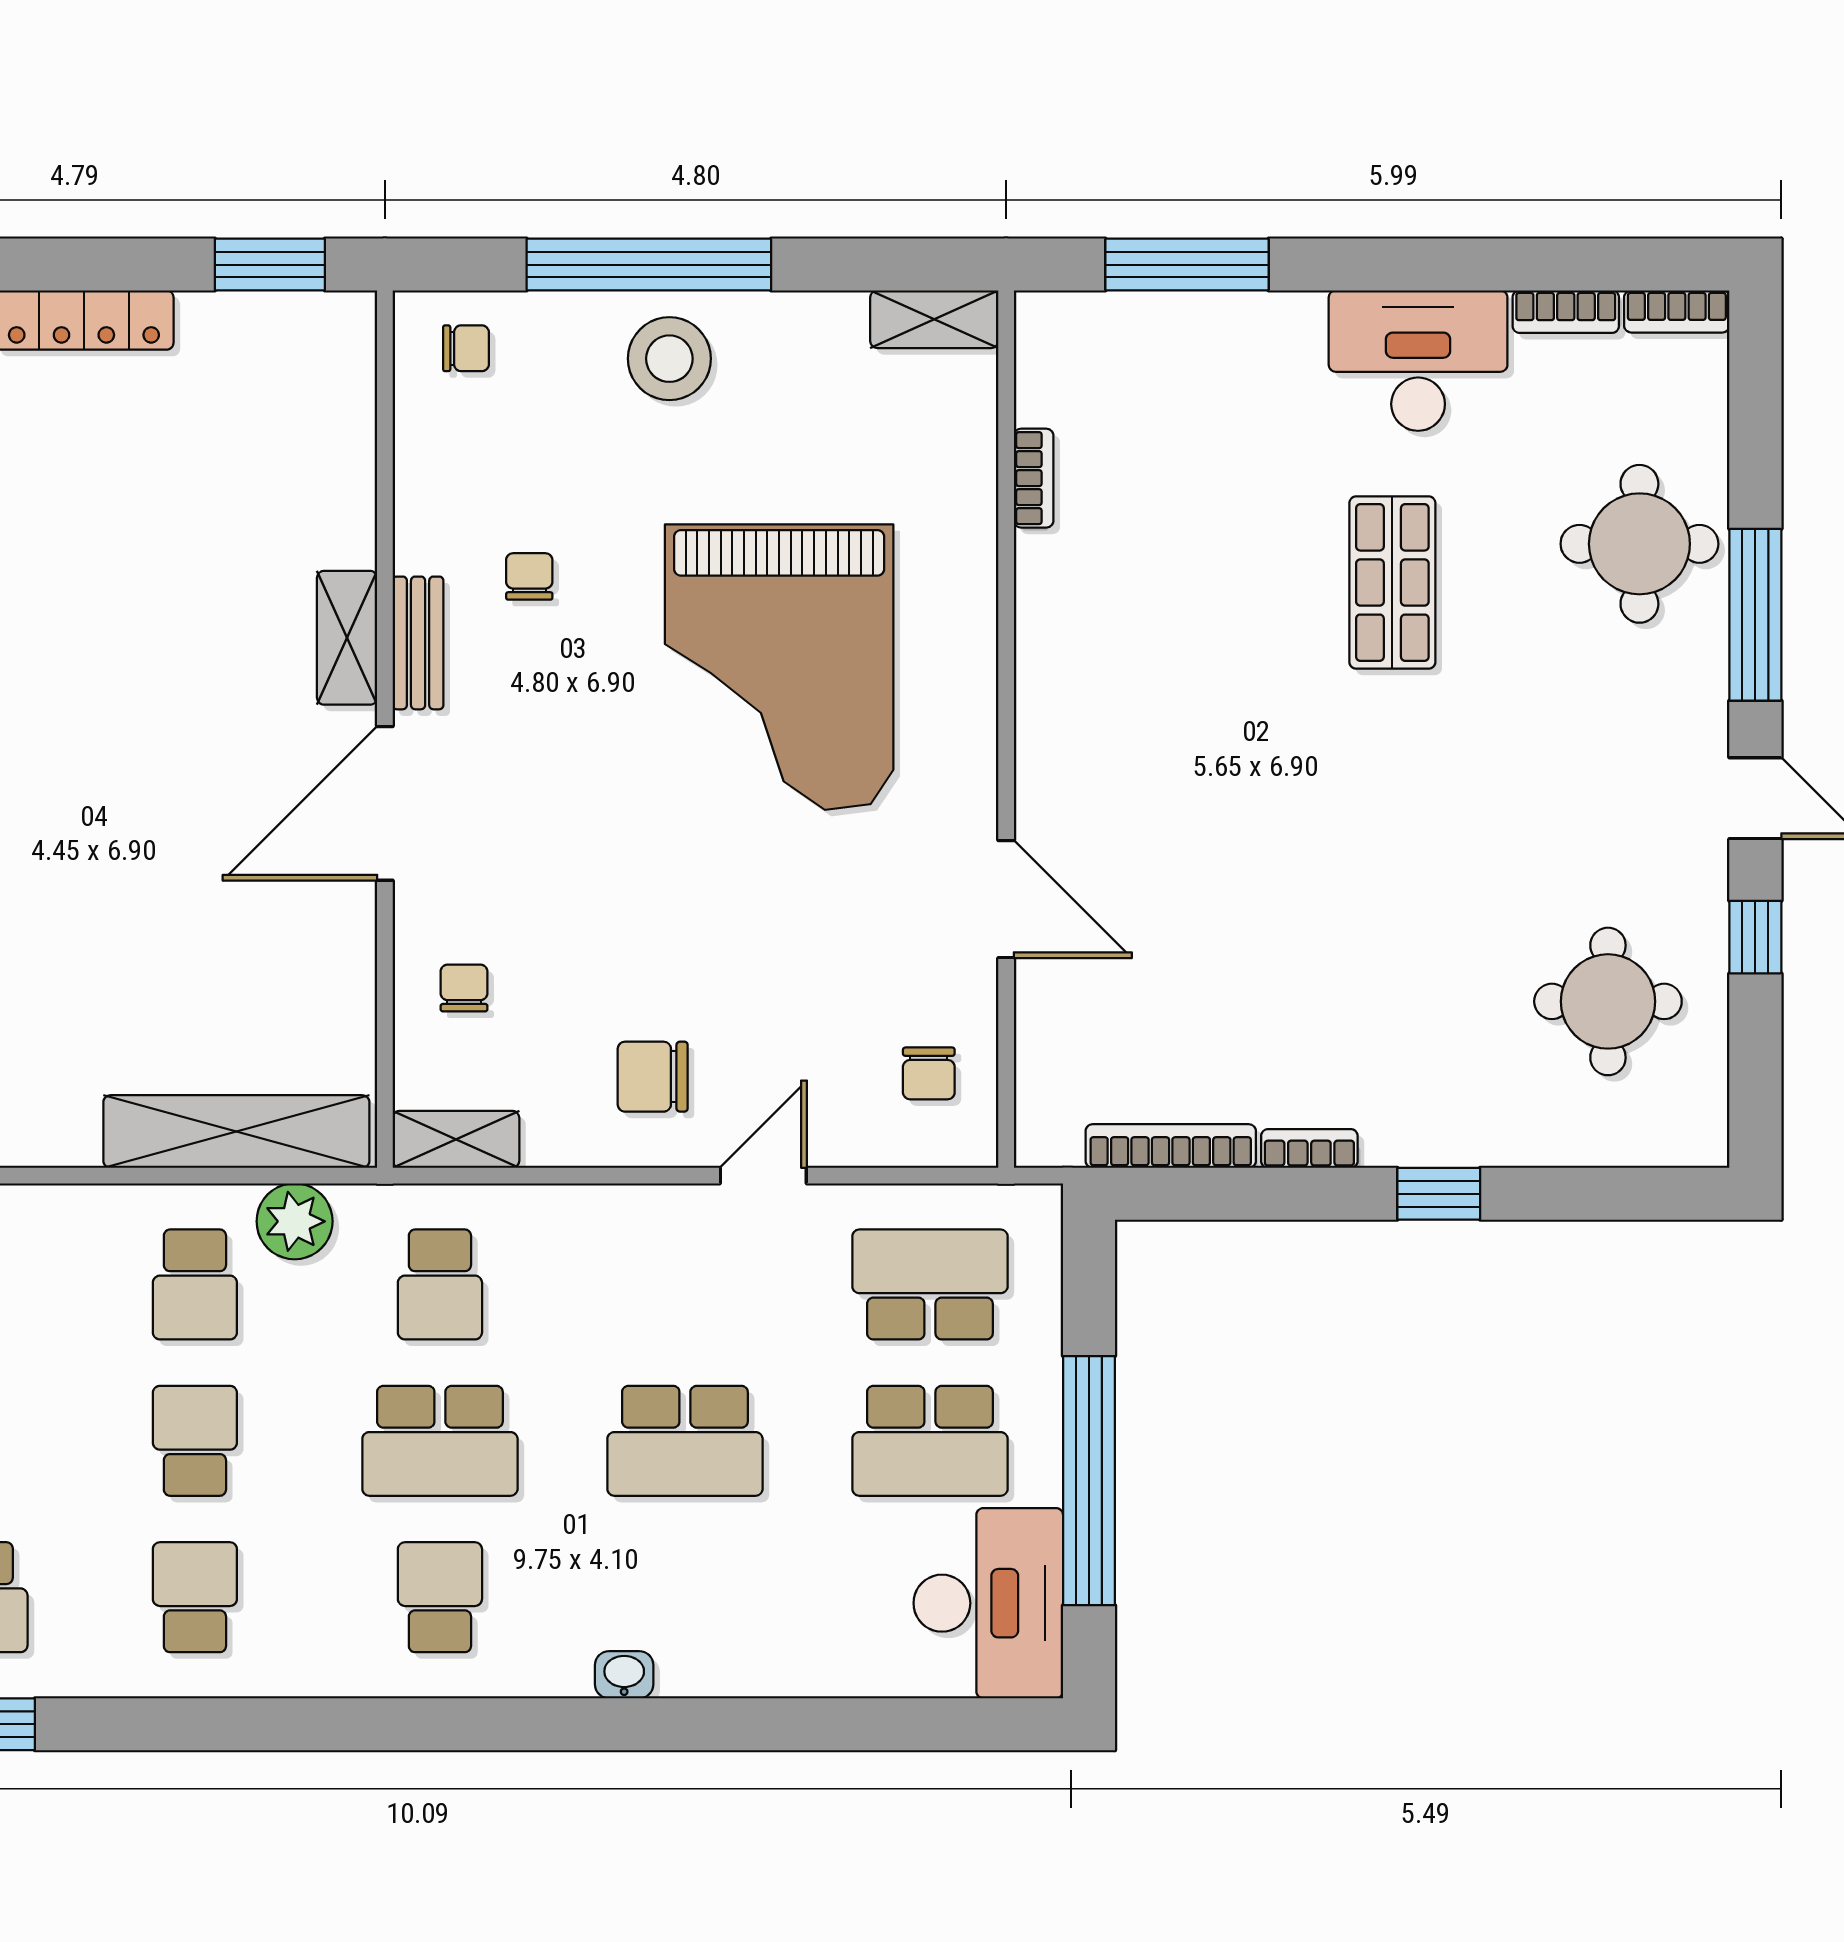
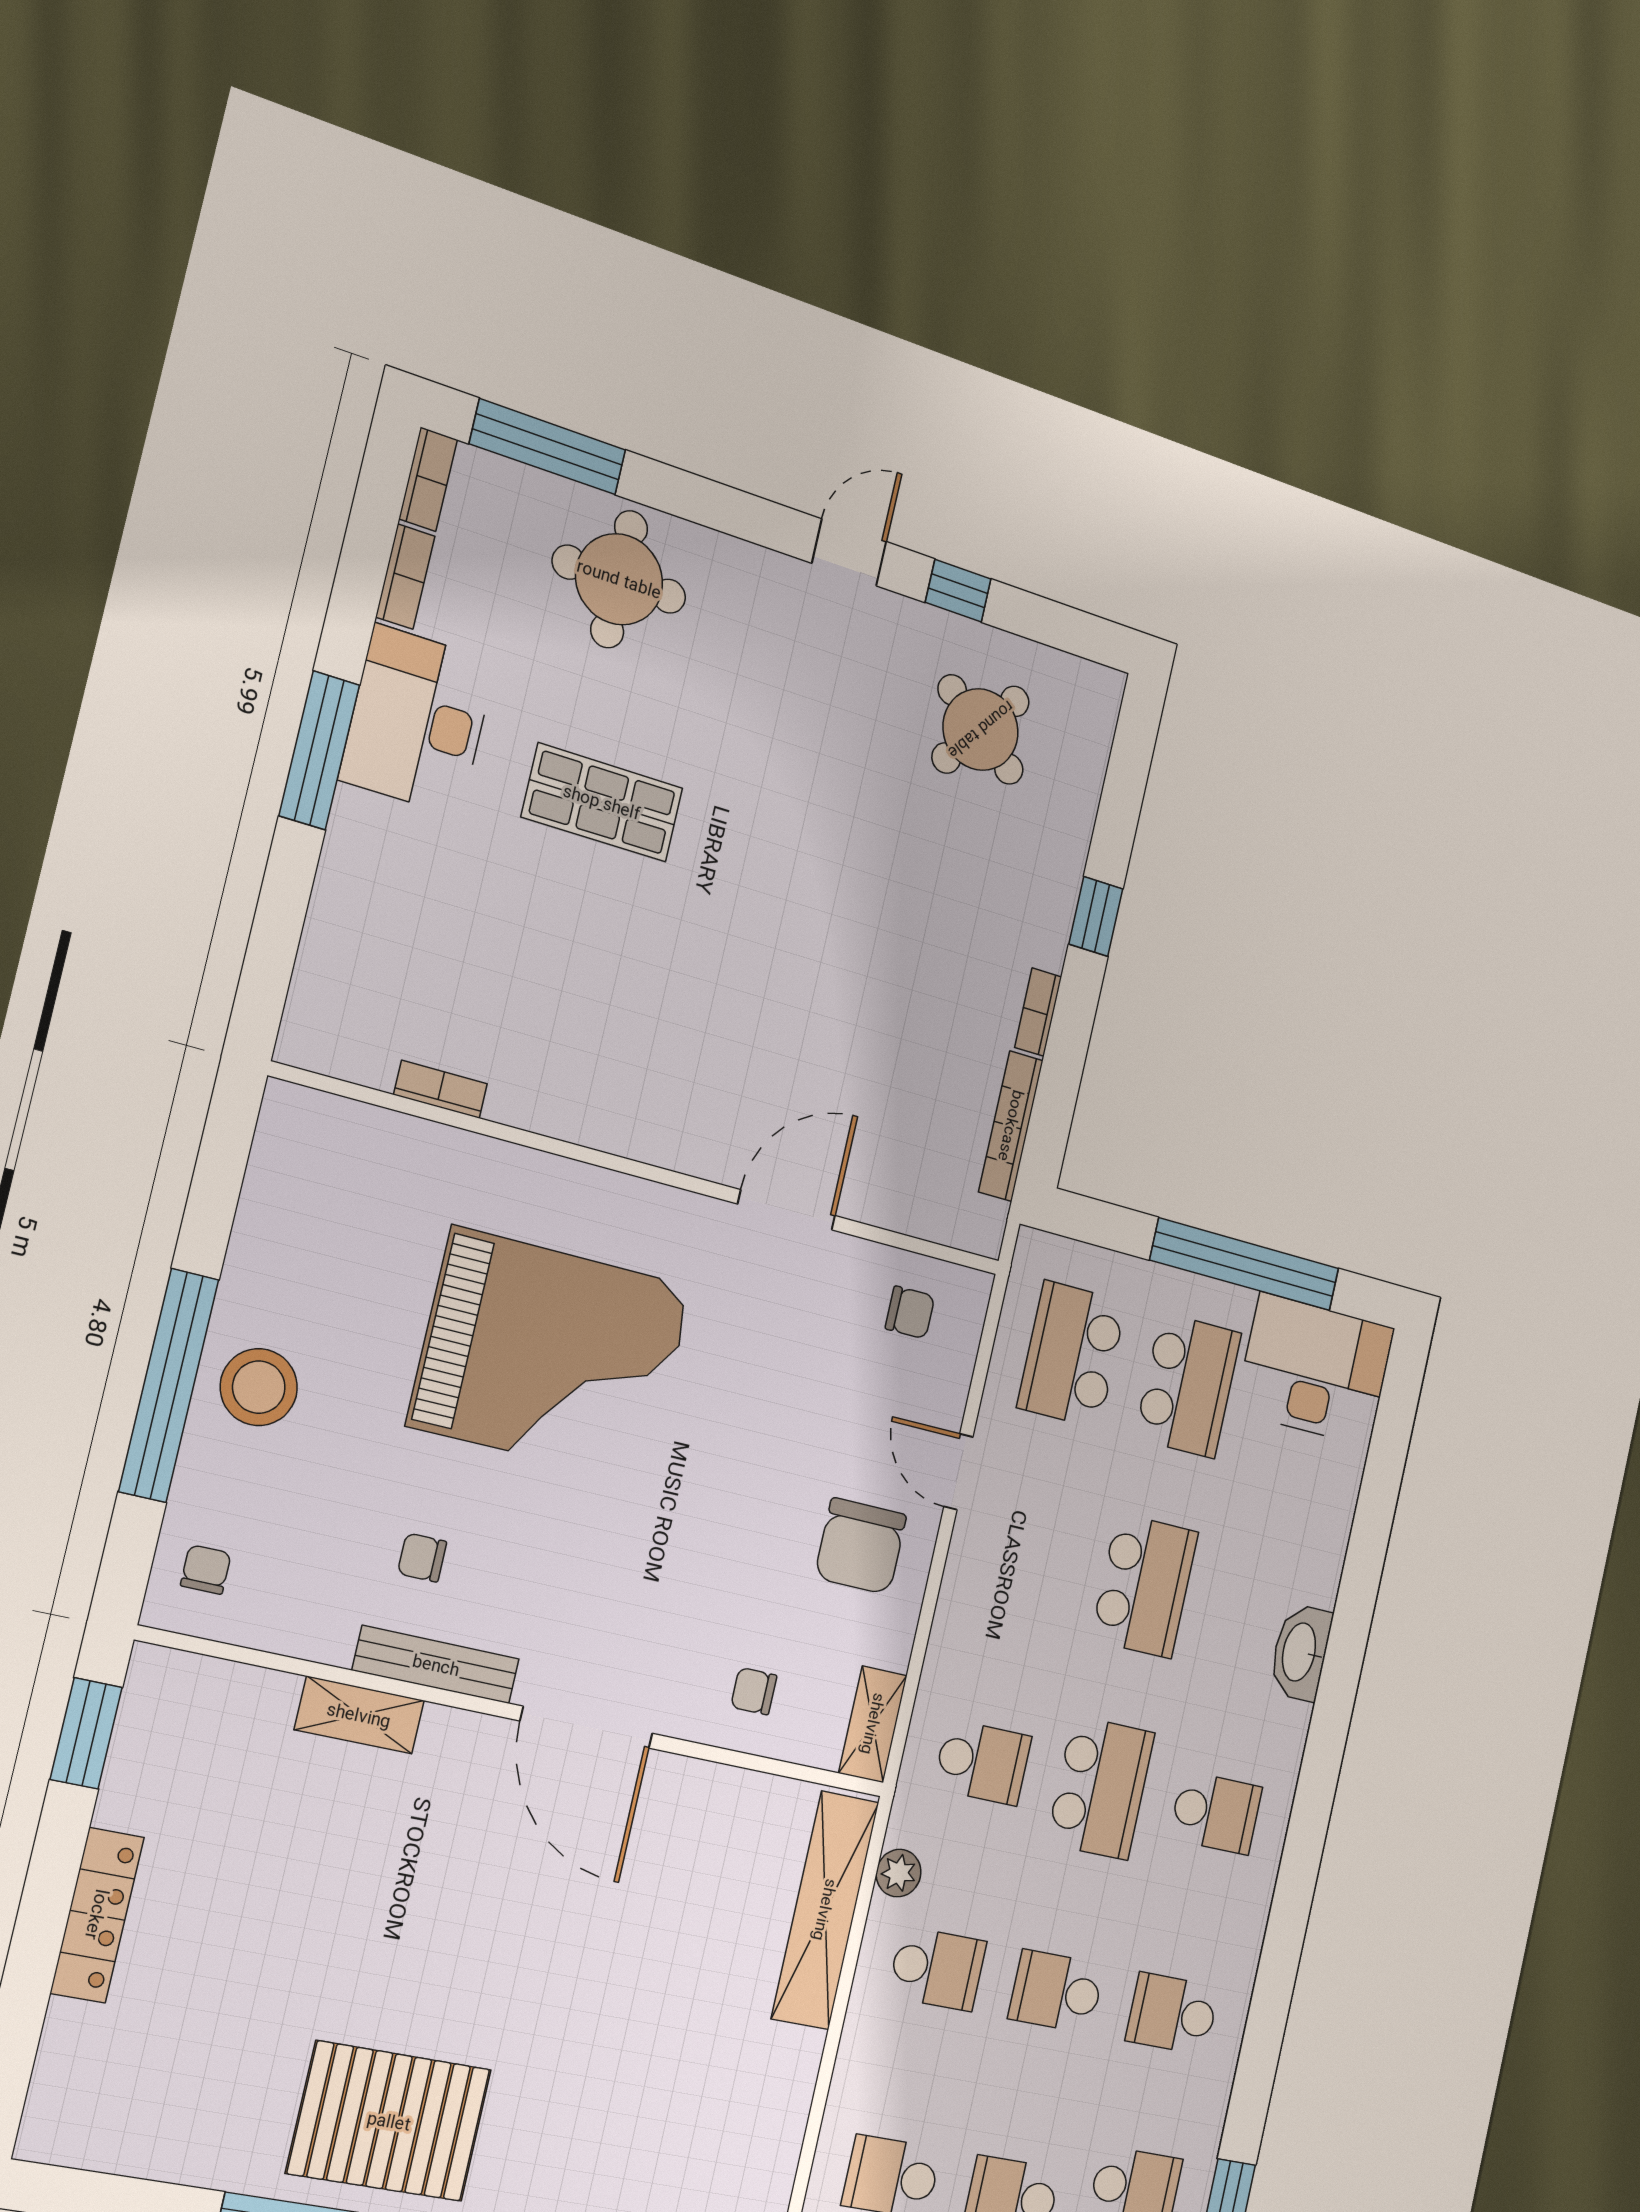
window: (1187, 265) -> (319, 750), moved
shelving: (934, 319) -> (280, 1140), removed
window: (1755, 615) -> (548, 447), moved
shelving: (347, 638) -> (359, 1715), moved
bench: (418, 643) -> (436, 1665), width x1.36
round table: (1608, 1001) -> (981, 730), turned 37
chair: (653, 1077) -> (861, 1546), width x1.37, depth x1.37
plant: (295, 1221) -> (899, 1873), width x0.73, depth x0.73
school desk: (440, 1597) -> (1216, 1813), turned 180
washbasin: (624, 1675) -> (1300, 1652), width x1.91, depth x1.45

